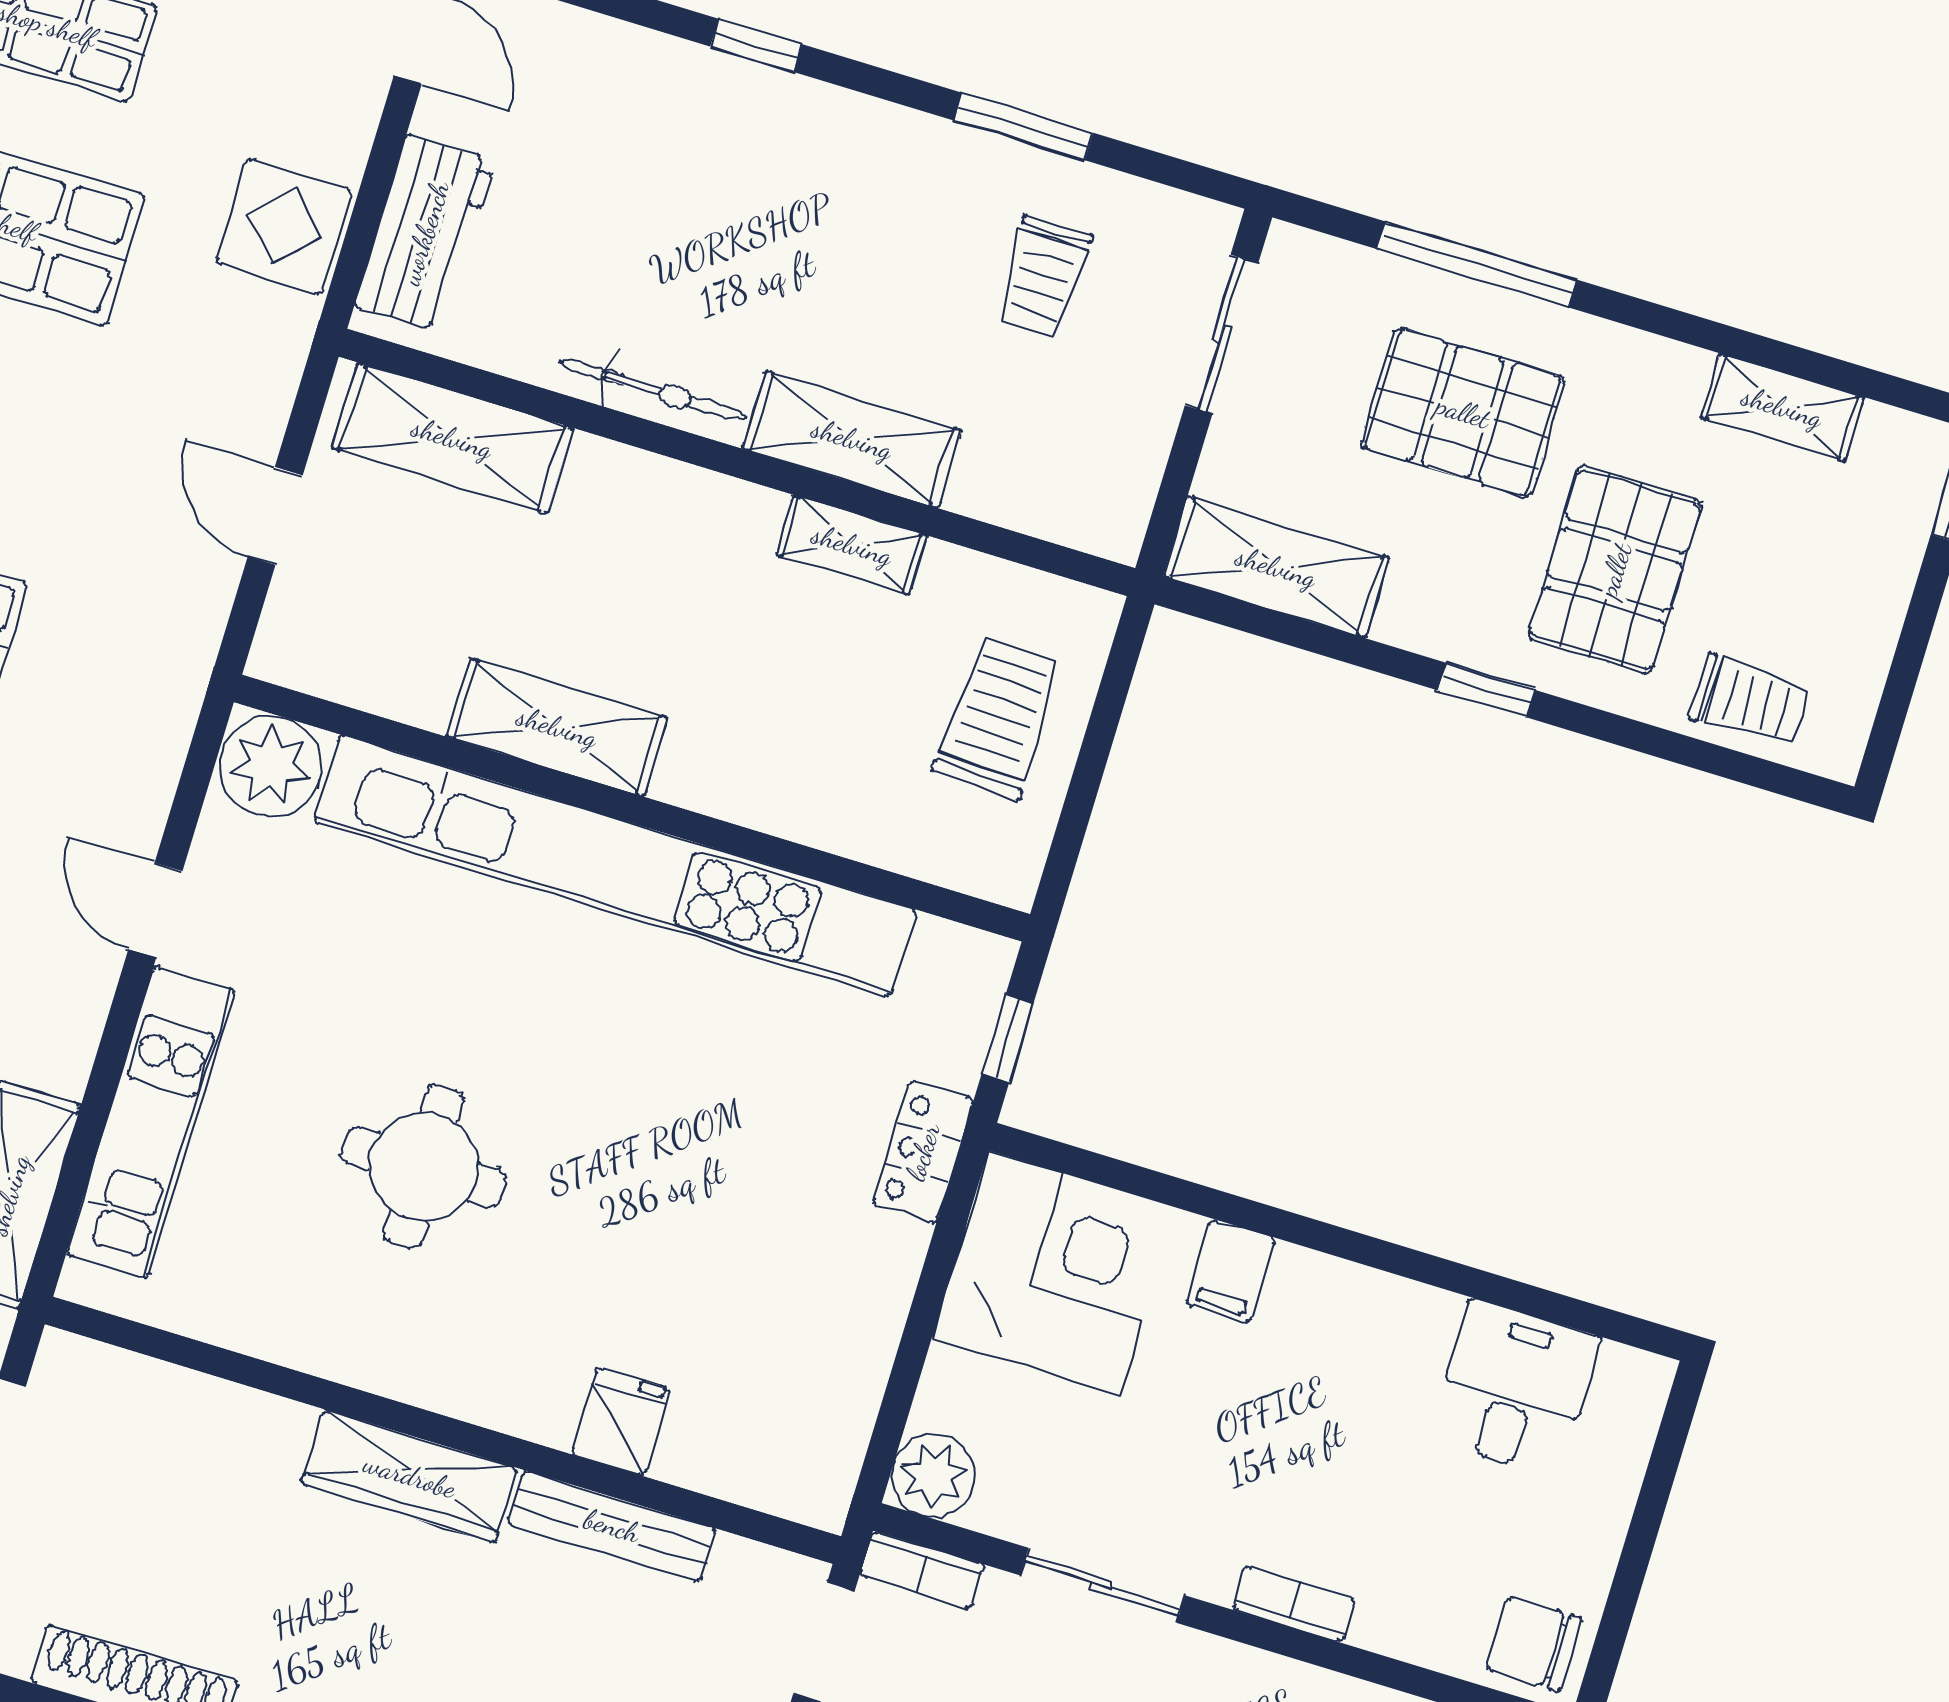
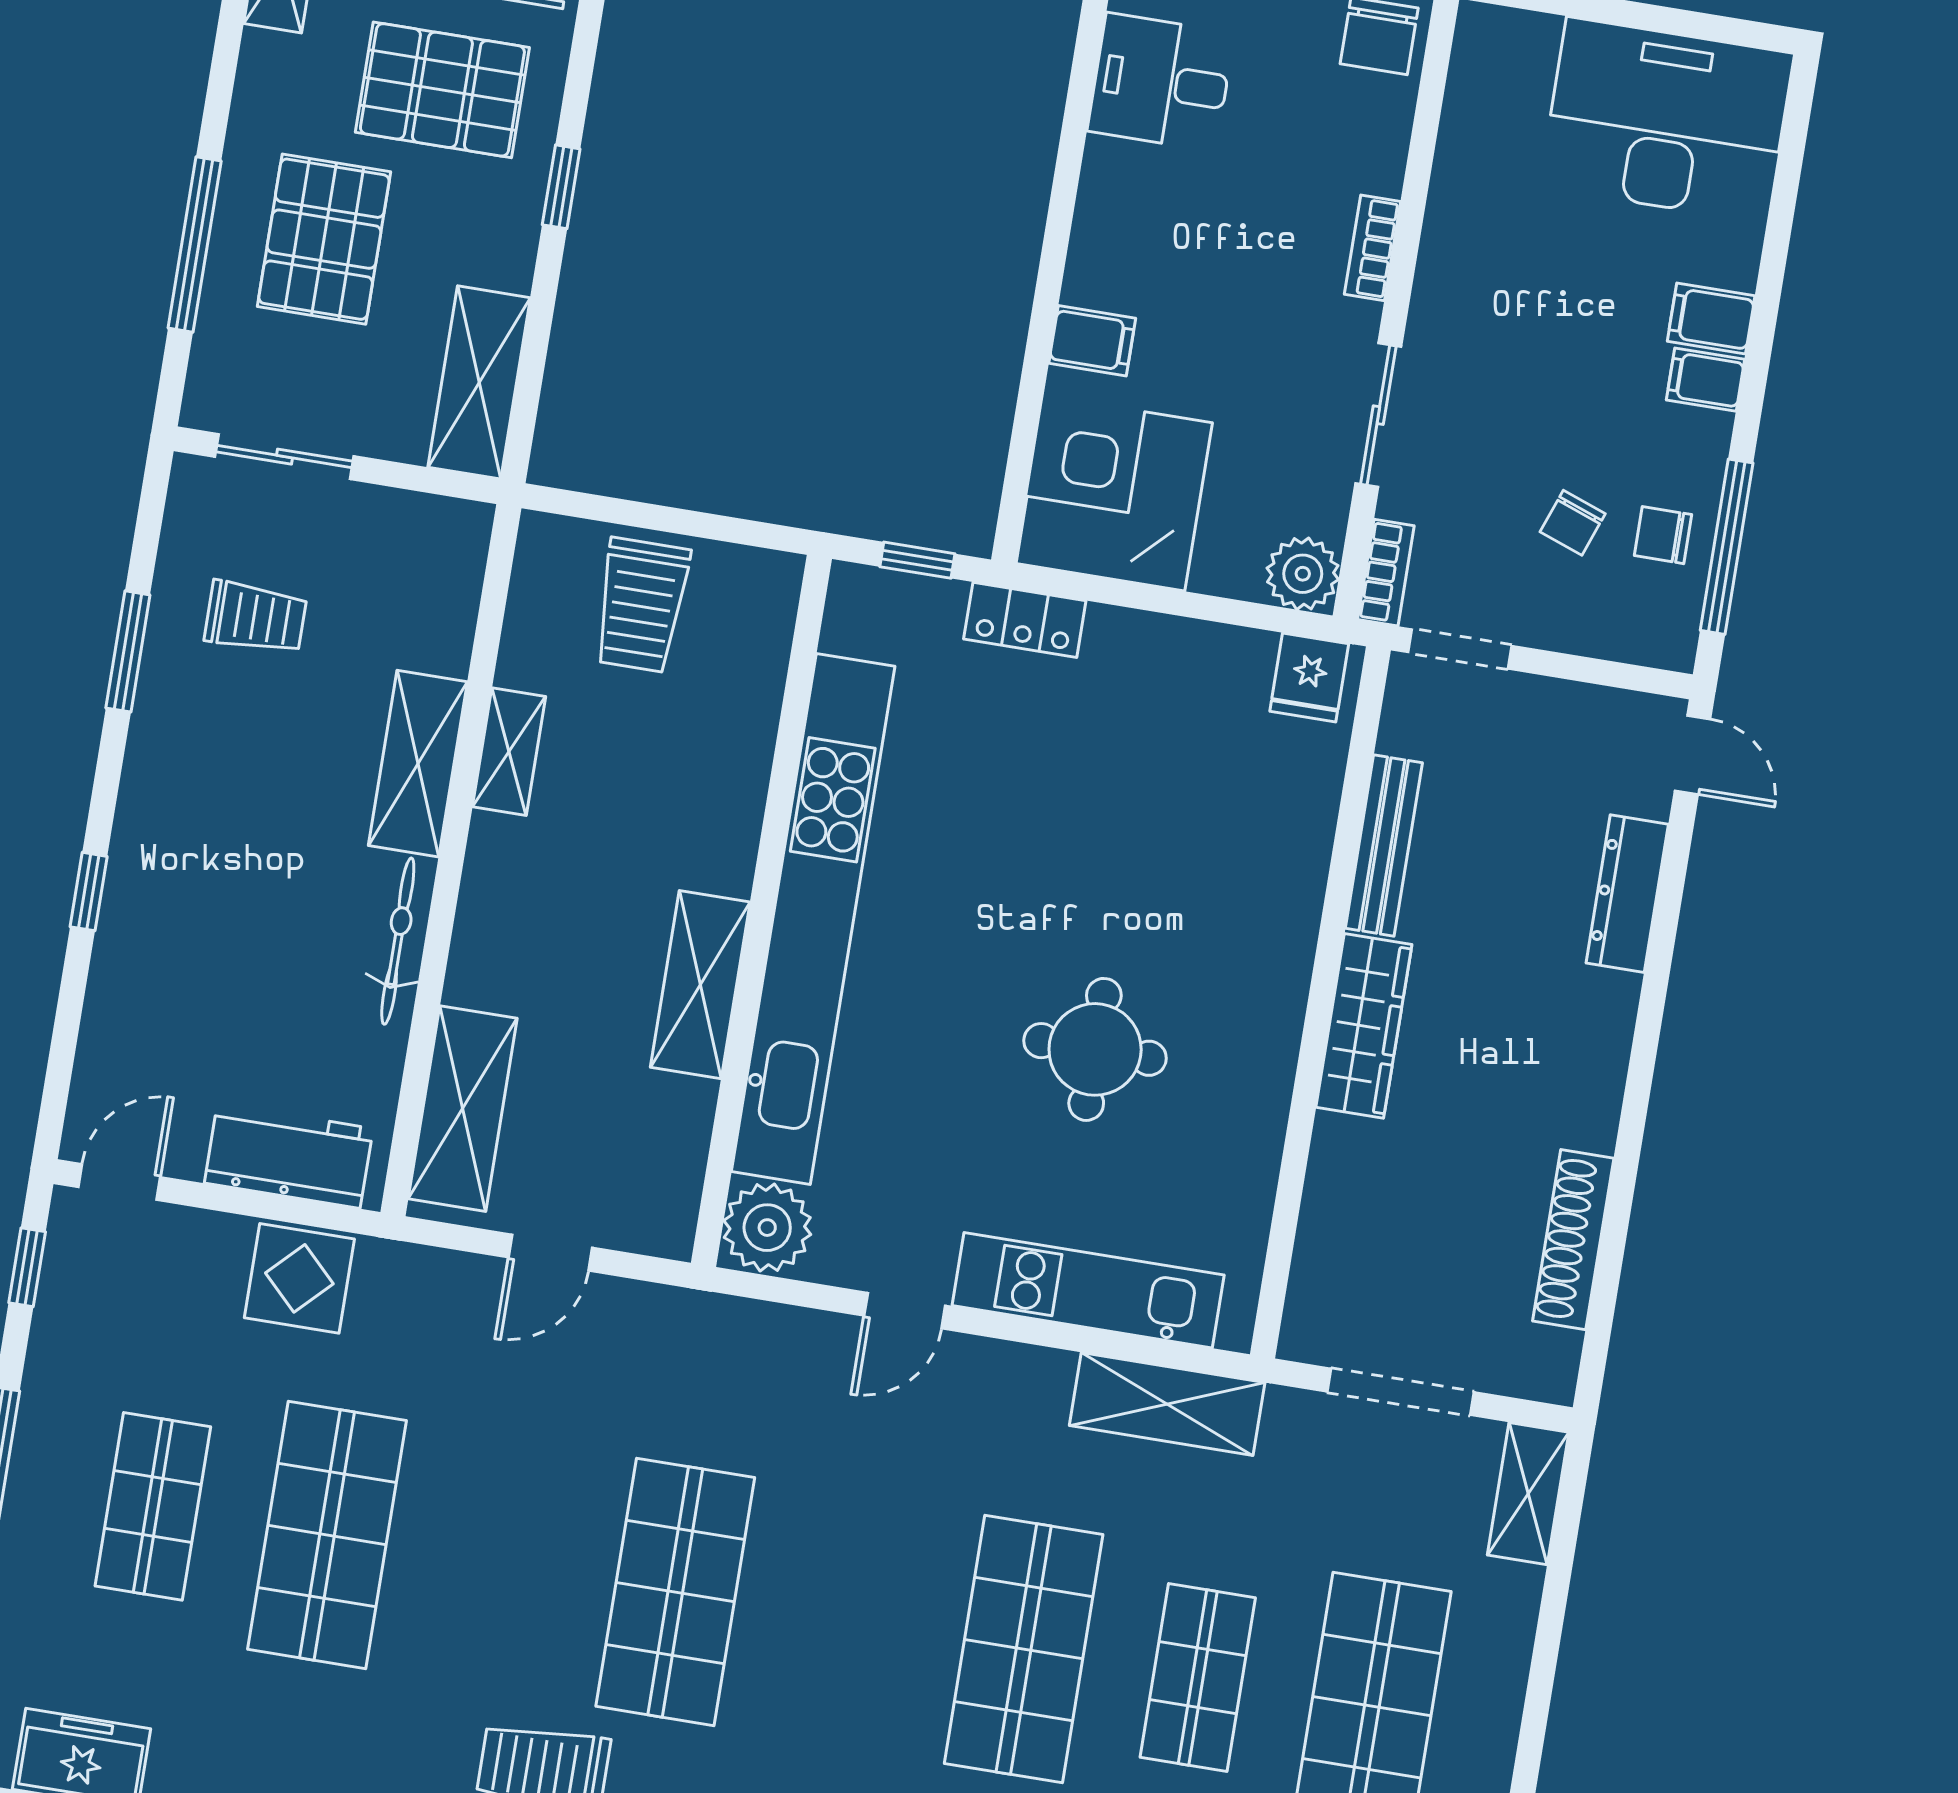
trolley: (998, 718) -> (641, 605), turned -92
fridge: (621, 1422) -> (1309, 677), moved, turned -90

